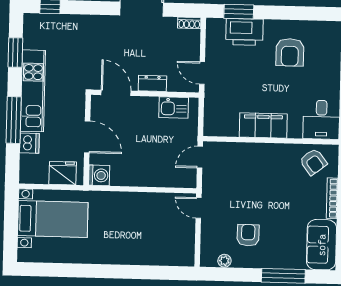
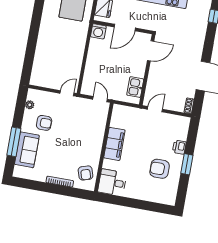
window: (239, 12) -> (187, 164), moved
printer: (244, 32) -> (179, 147), width x0.53, depth x0.68
dresser: (152, 83) -> (153, 76), removed
armchair: (313, 162) -> (85, 173), turned -71
sofa: (322, 245) -> (27, 150), moved, turned 90

